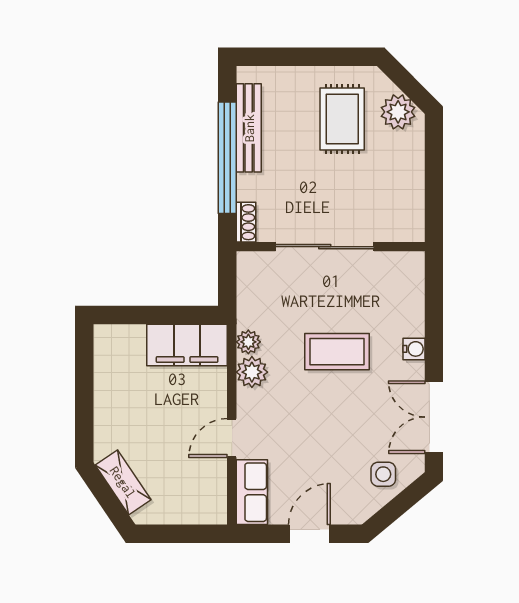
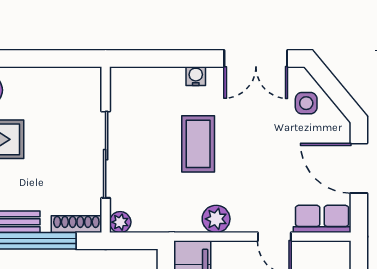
shoe rack: (246, 222) -> (76, 224), width x1.43
plant: (248, 342) -> (120, 222), moved
door: (309, 534) -> (359, 168), width x1.38

